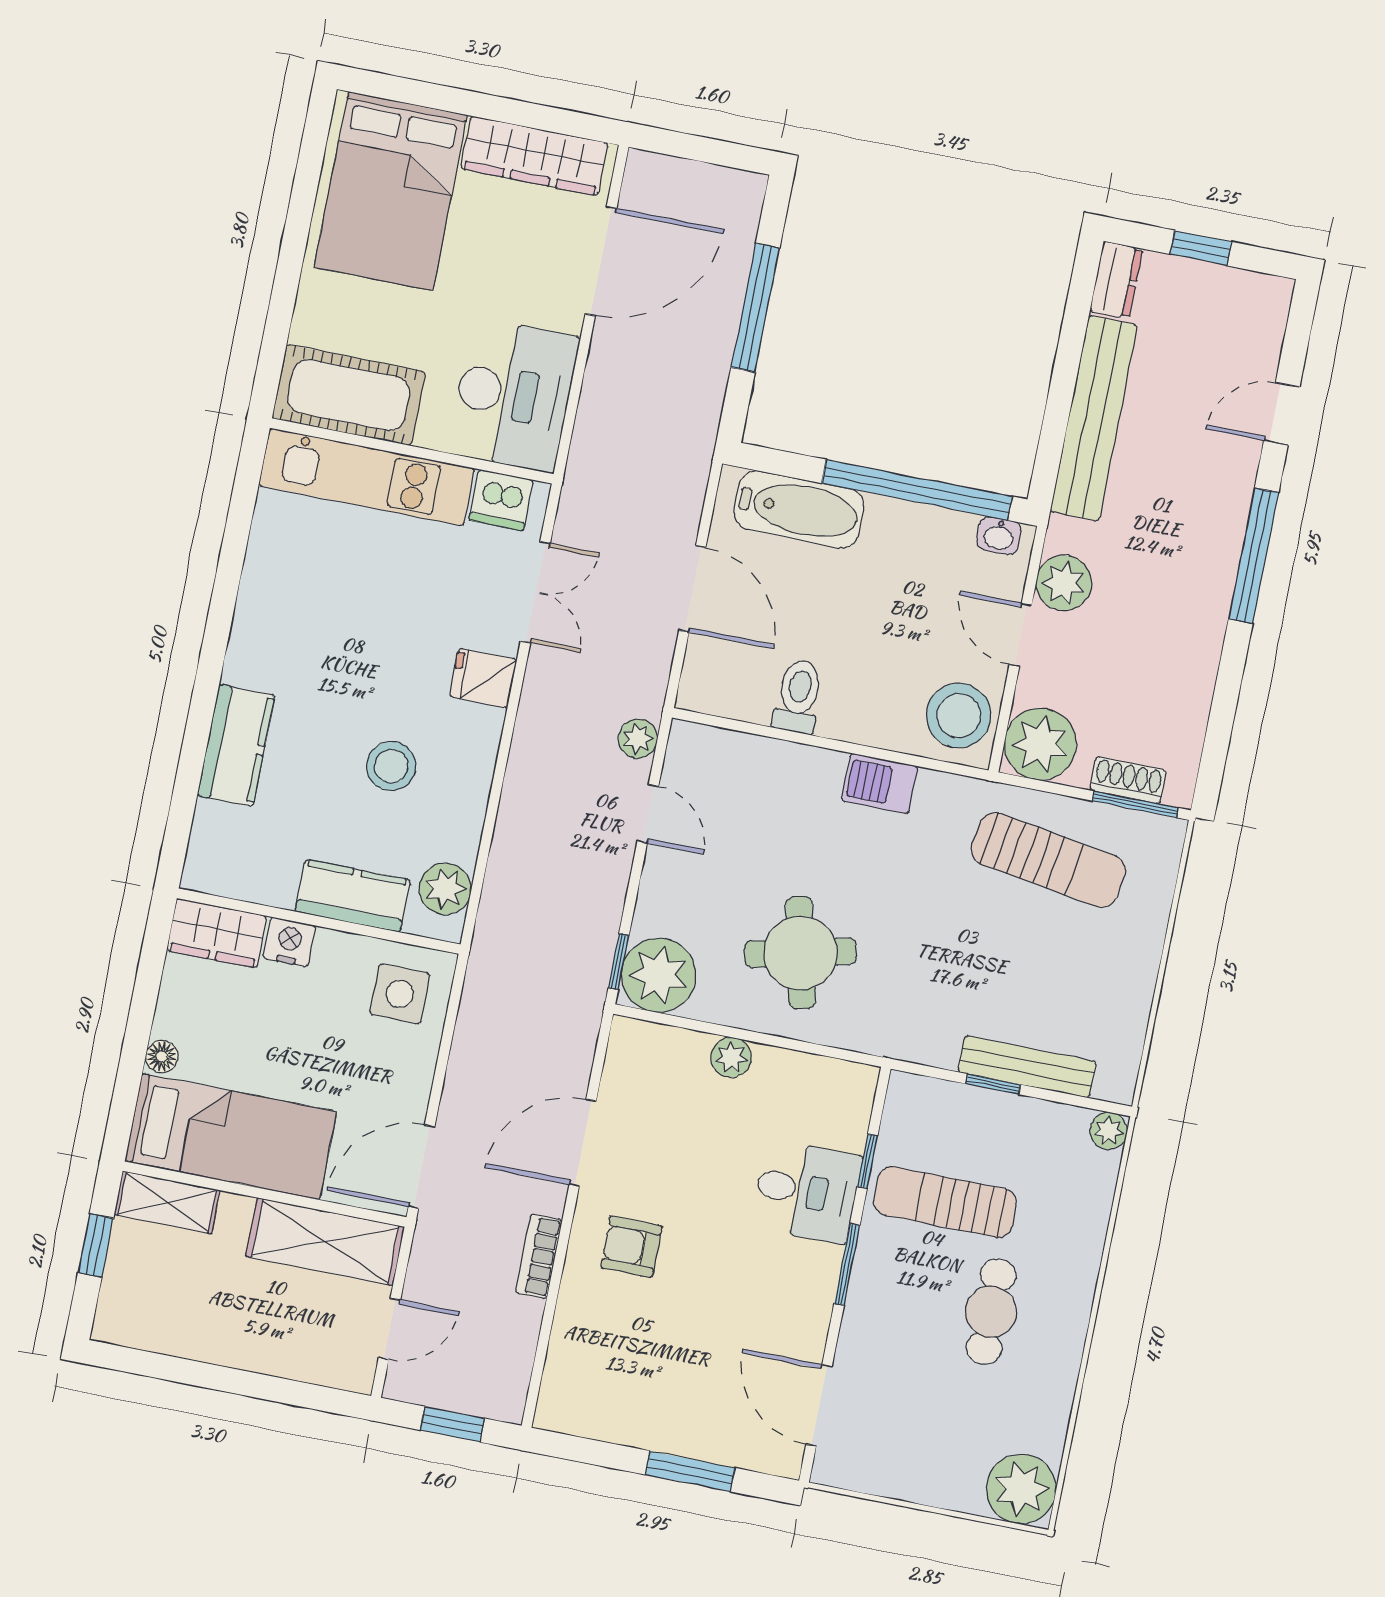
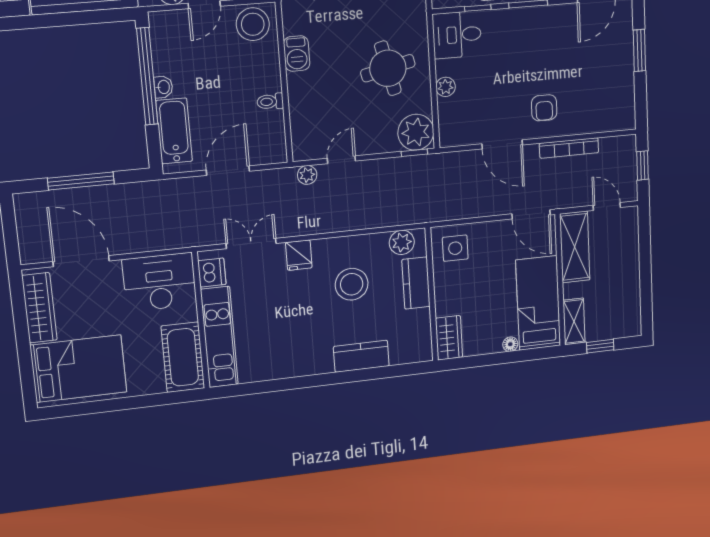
washbasin: (999, 536) -> (163, 87), moved
toilet: (798, 696) -> (270, 102), width x0.73, depth x0.72
stool: (391, 766) -> (352, 284), width x1.38, depth x1.38
nightstand: (289, 942) -> (444, 305), removed
desk: (806, 1191) -> (457, 35), moved, turned -90
bookcase: (539, 1256) -> (569, 148), width x1.56

